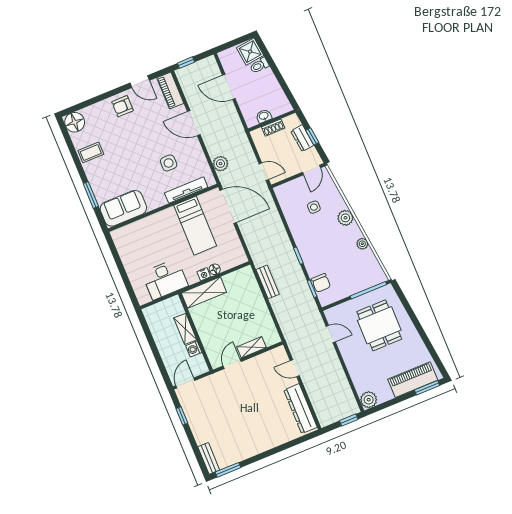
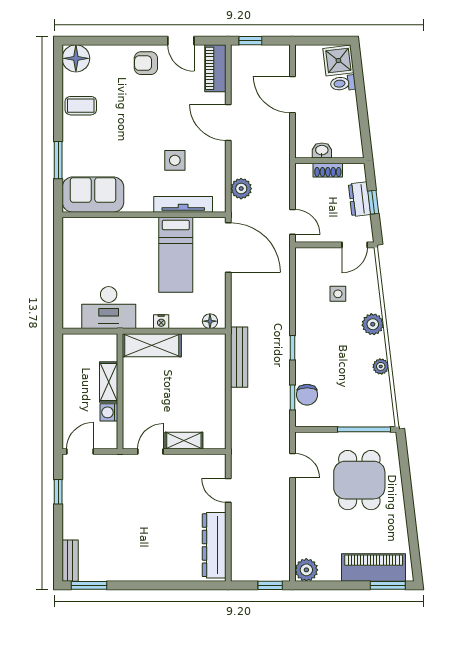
floor lamp: (215, 269) -> (210, 321), moved
bench: (268, 282) -> (239, 357), width x1.36

